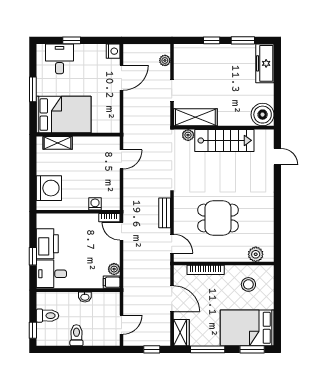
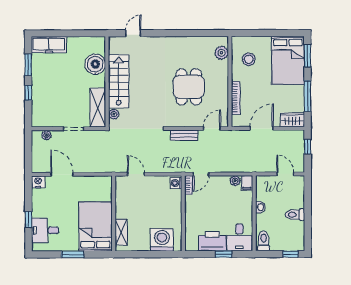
boiler: (263, 115) -> (95, 64), moved
washing machine: (95, 204) -> (176, 183), moved
toilet: (47, 316) -> (264, 241), moved

